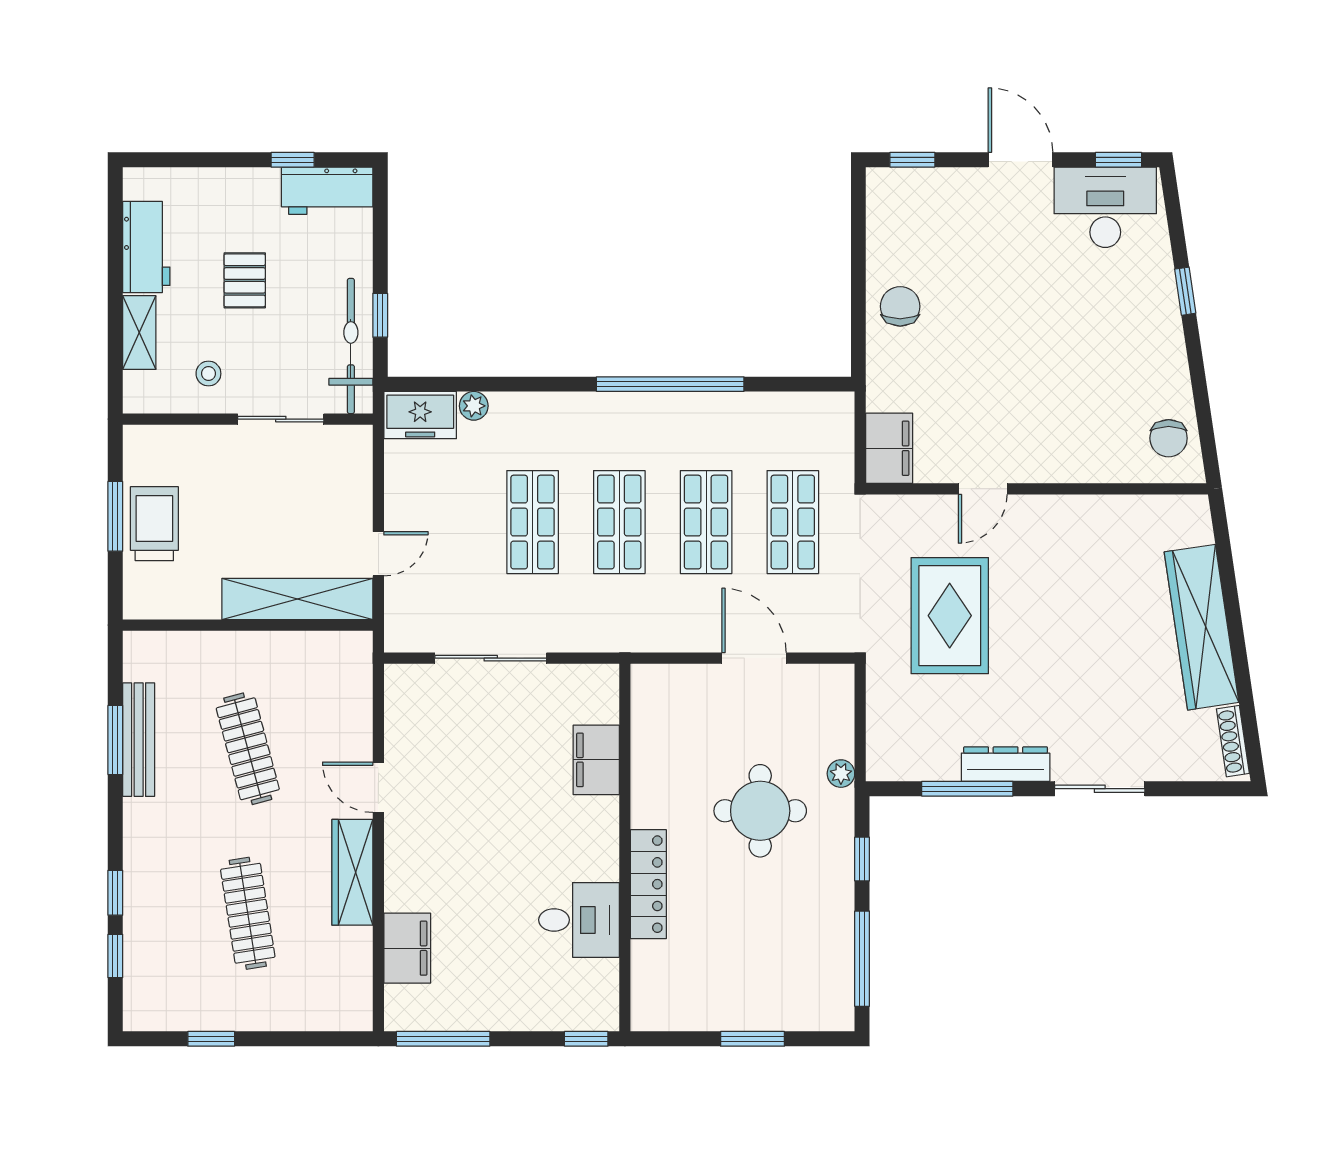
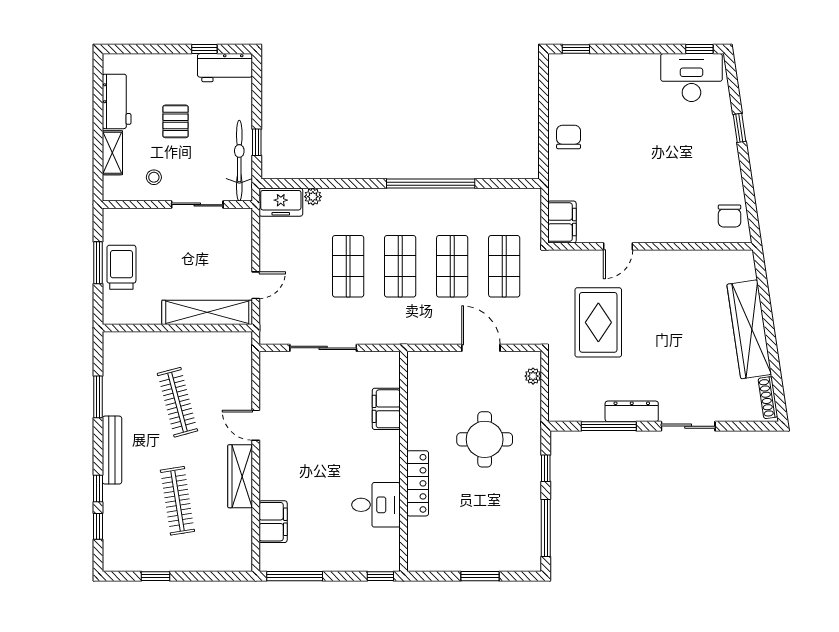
door: (1020, 160) -> (641, 49), removed
bench: (139, 740) -> (112, 450), moved
plant: (841, 774) -> (533, 376), moved

